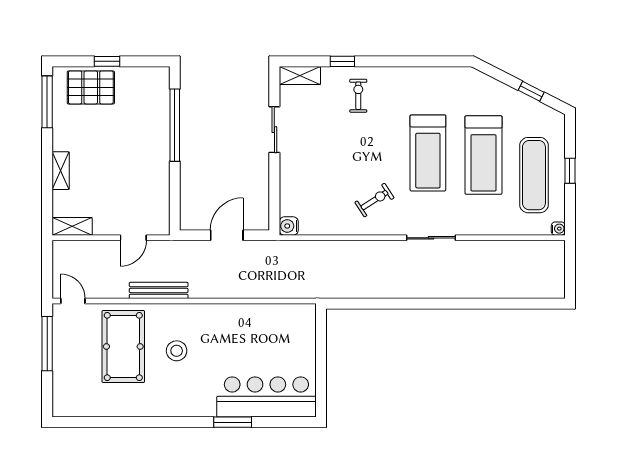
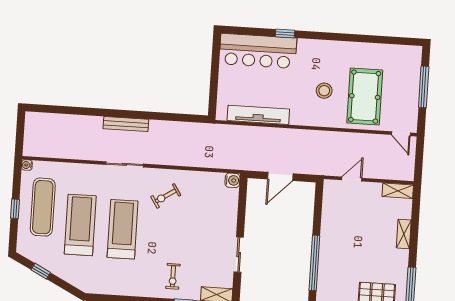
bench: (159, 290) -> (126, 124), moved
tv unit: (261, 314) -> (258, 115), added
window: (47, 344) -> (424, 87), moved
window: (233, 422) -> (285, 33), width x0.67

